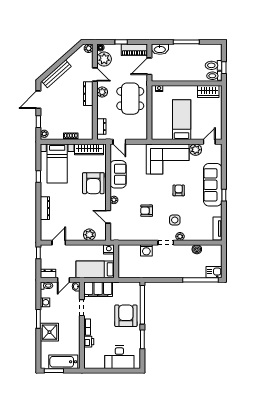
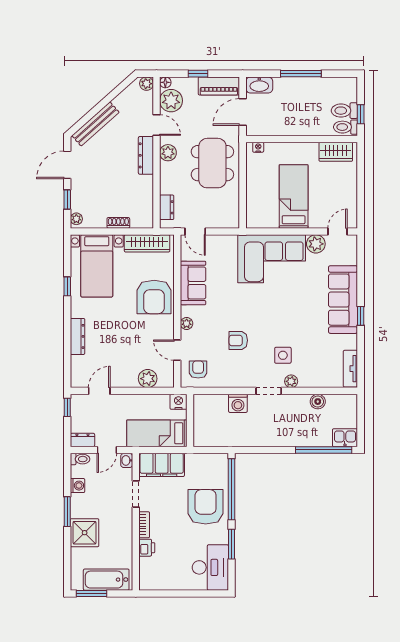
armchair: (179, 190) -> (198, 370), moved
desk: (119, 357) -> (210, 567), moved, turned -90

